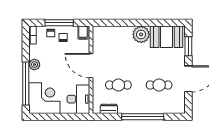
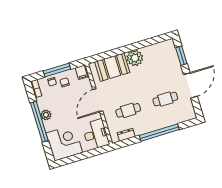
booth: (167, 37) -> (112, 67), moved
door: (91, 66) -> (98, 100), hinge flipped
window: (26, 84) -> (39, 122), moved

